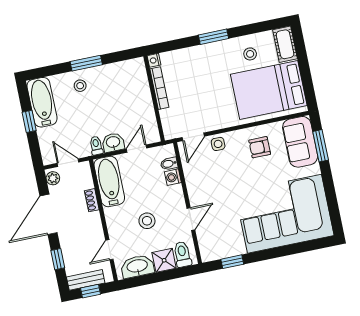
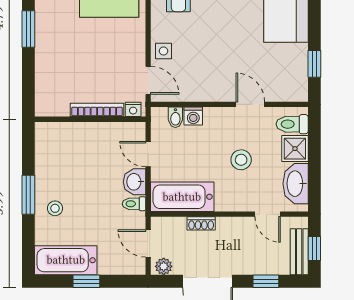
nightstand: (154, 60) -> (133, 109), moved
bookcase: (159, 88) -> (97, 110), moved
door: (68, 163) -> (148, 243), hinge flipped

